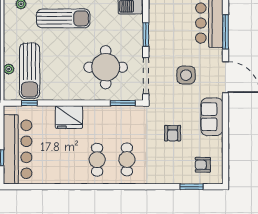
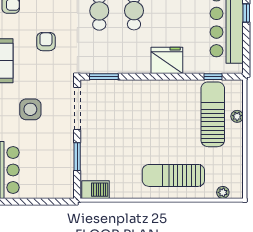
round table: (106, 67) -> (124, 119), removed

